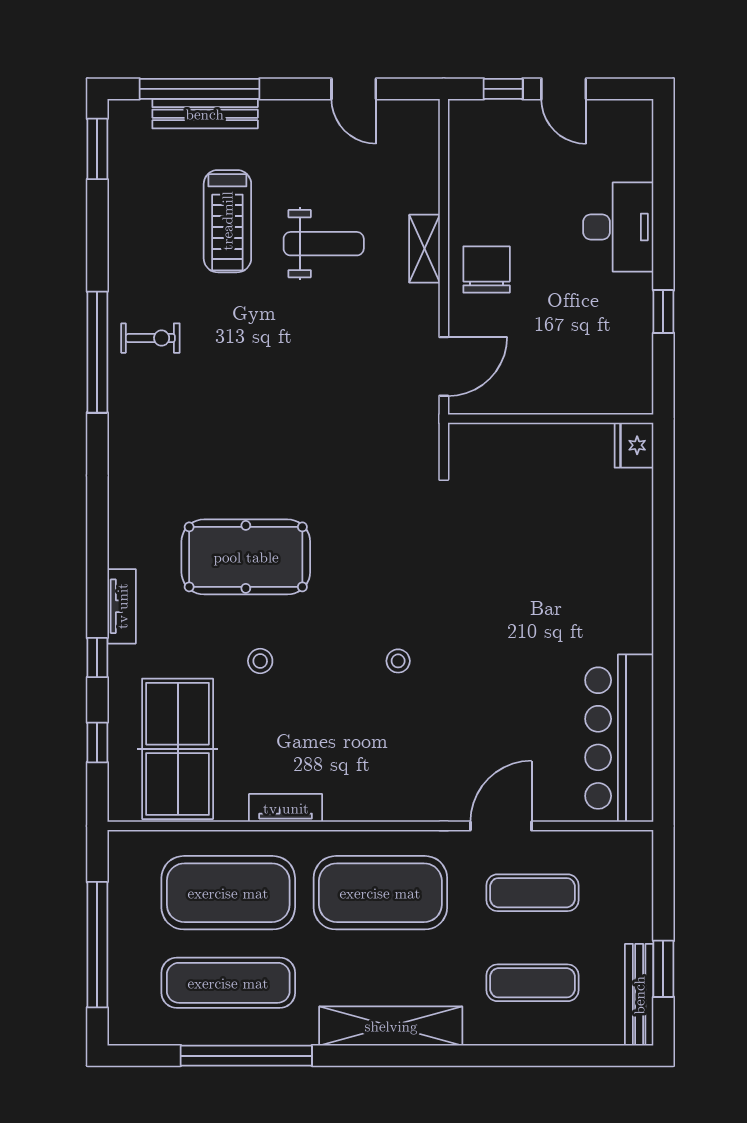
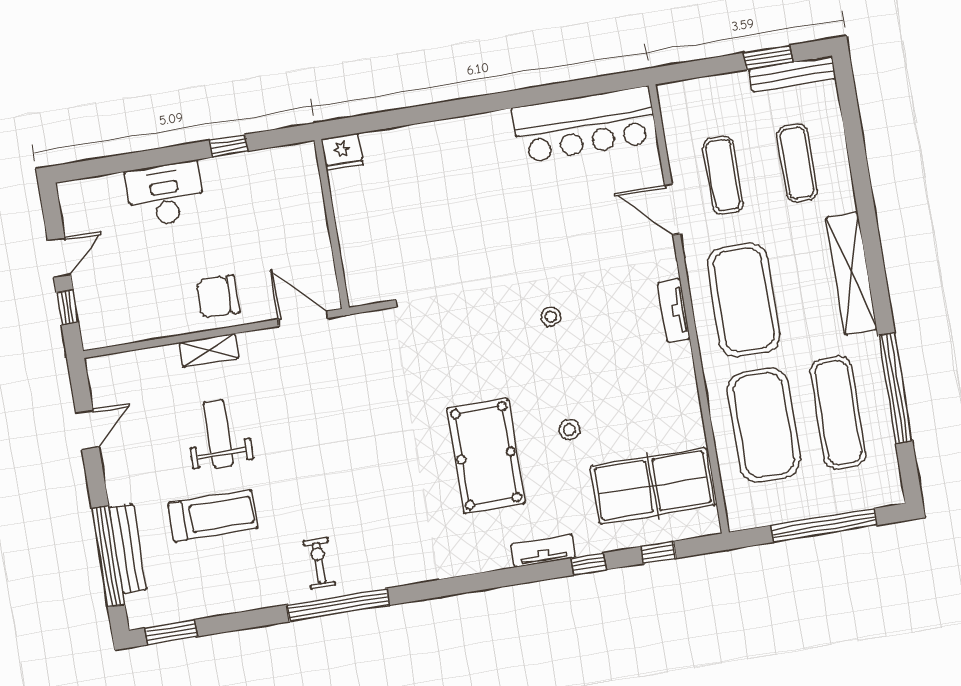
tv unit: (286, 808) -> (674, 311), moved

